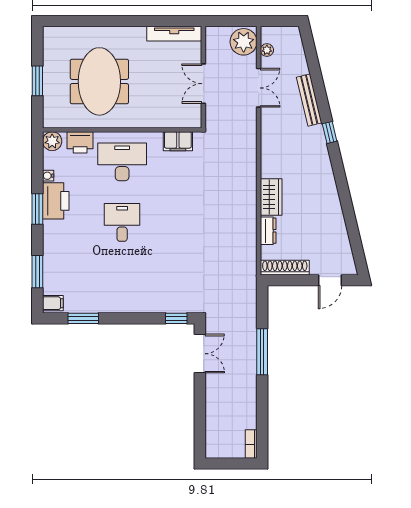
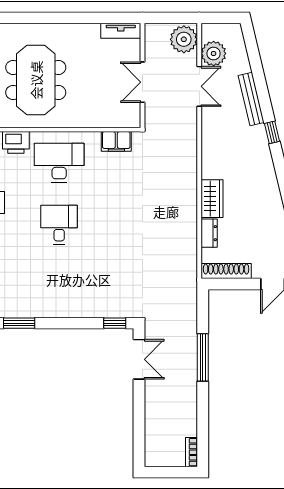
tv unit: (174, 34) -> (121, 31), width x0.71
plant: (267, 50) -> (214, 53), width x1.88, depth x1.88

